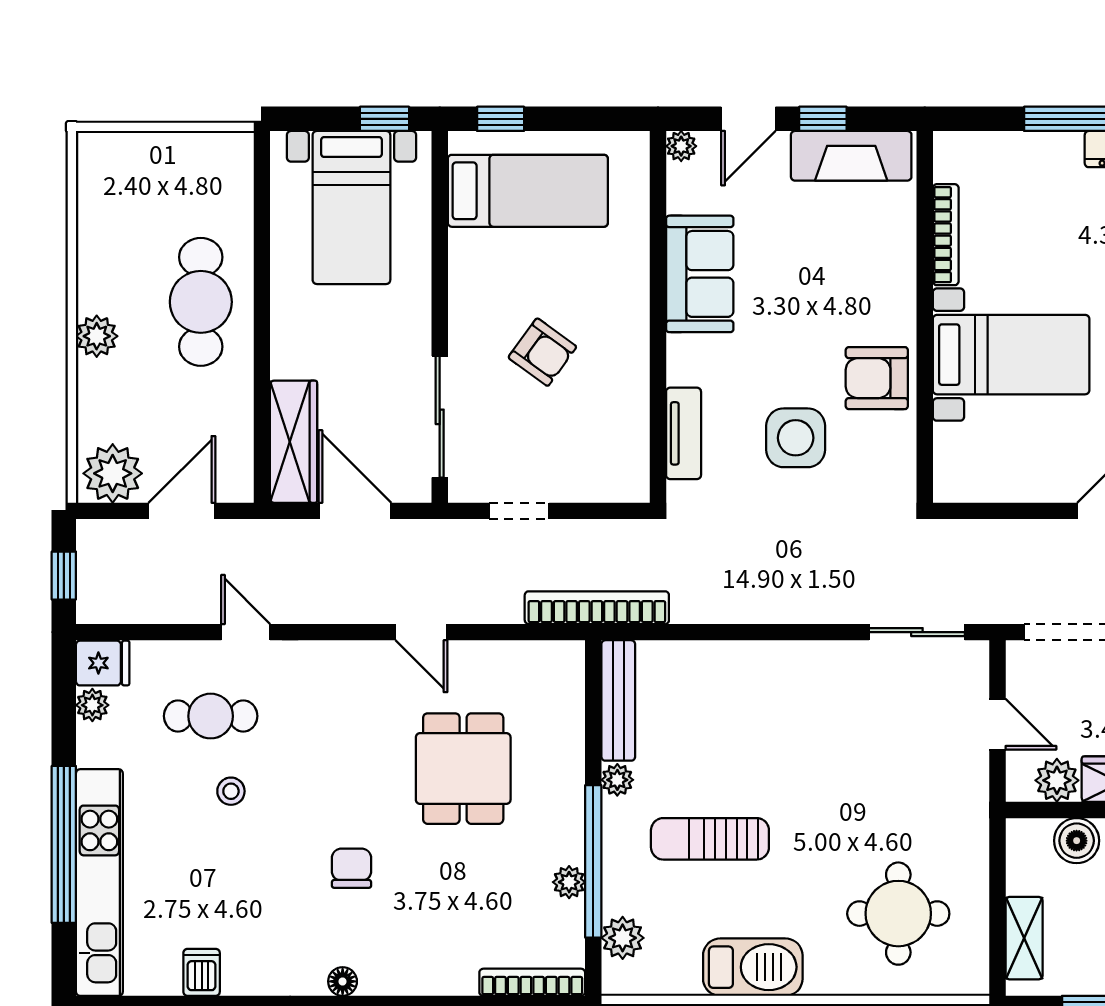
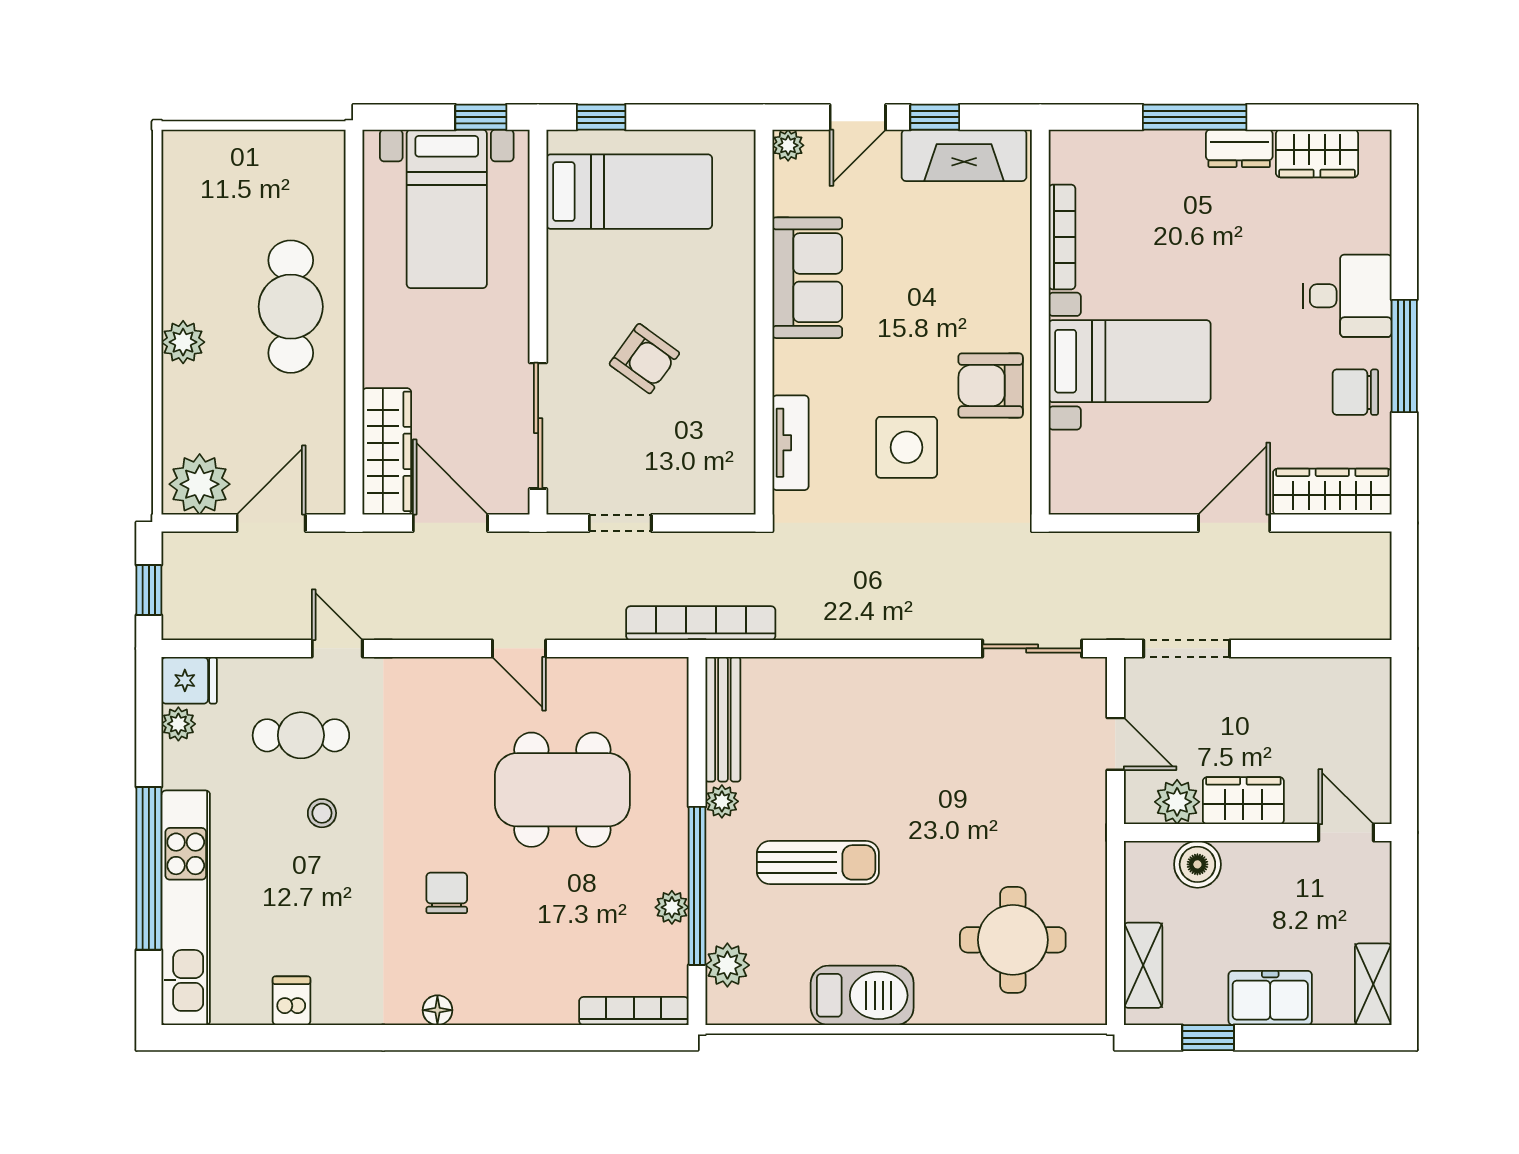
dining table: (463, 769) -> (562, 790), width x1.38
sun lounger: (710, 839) -> (818, 862), turned 180

